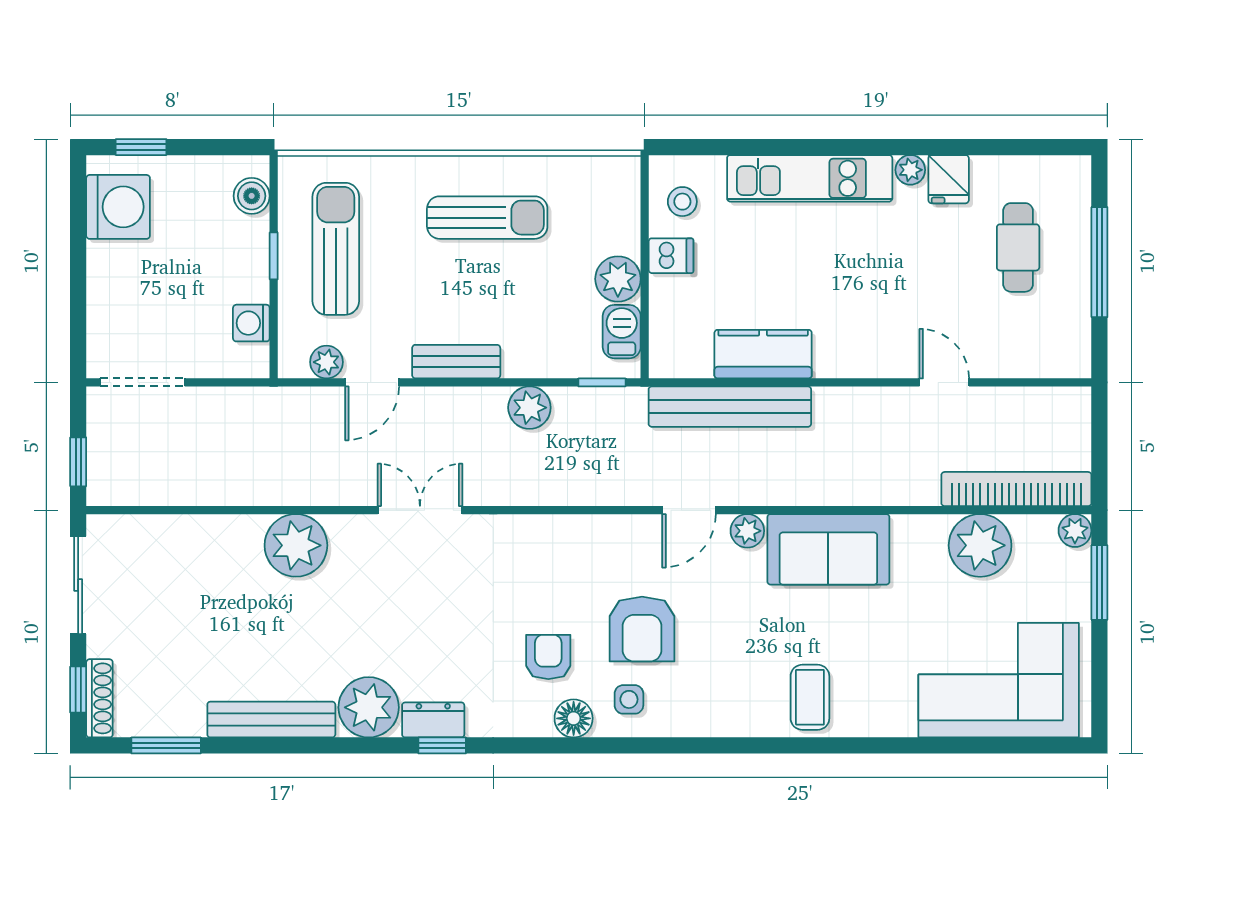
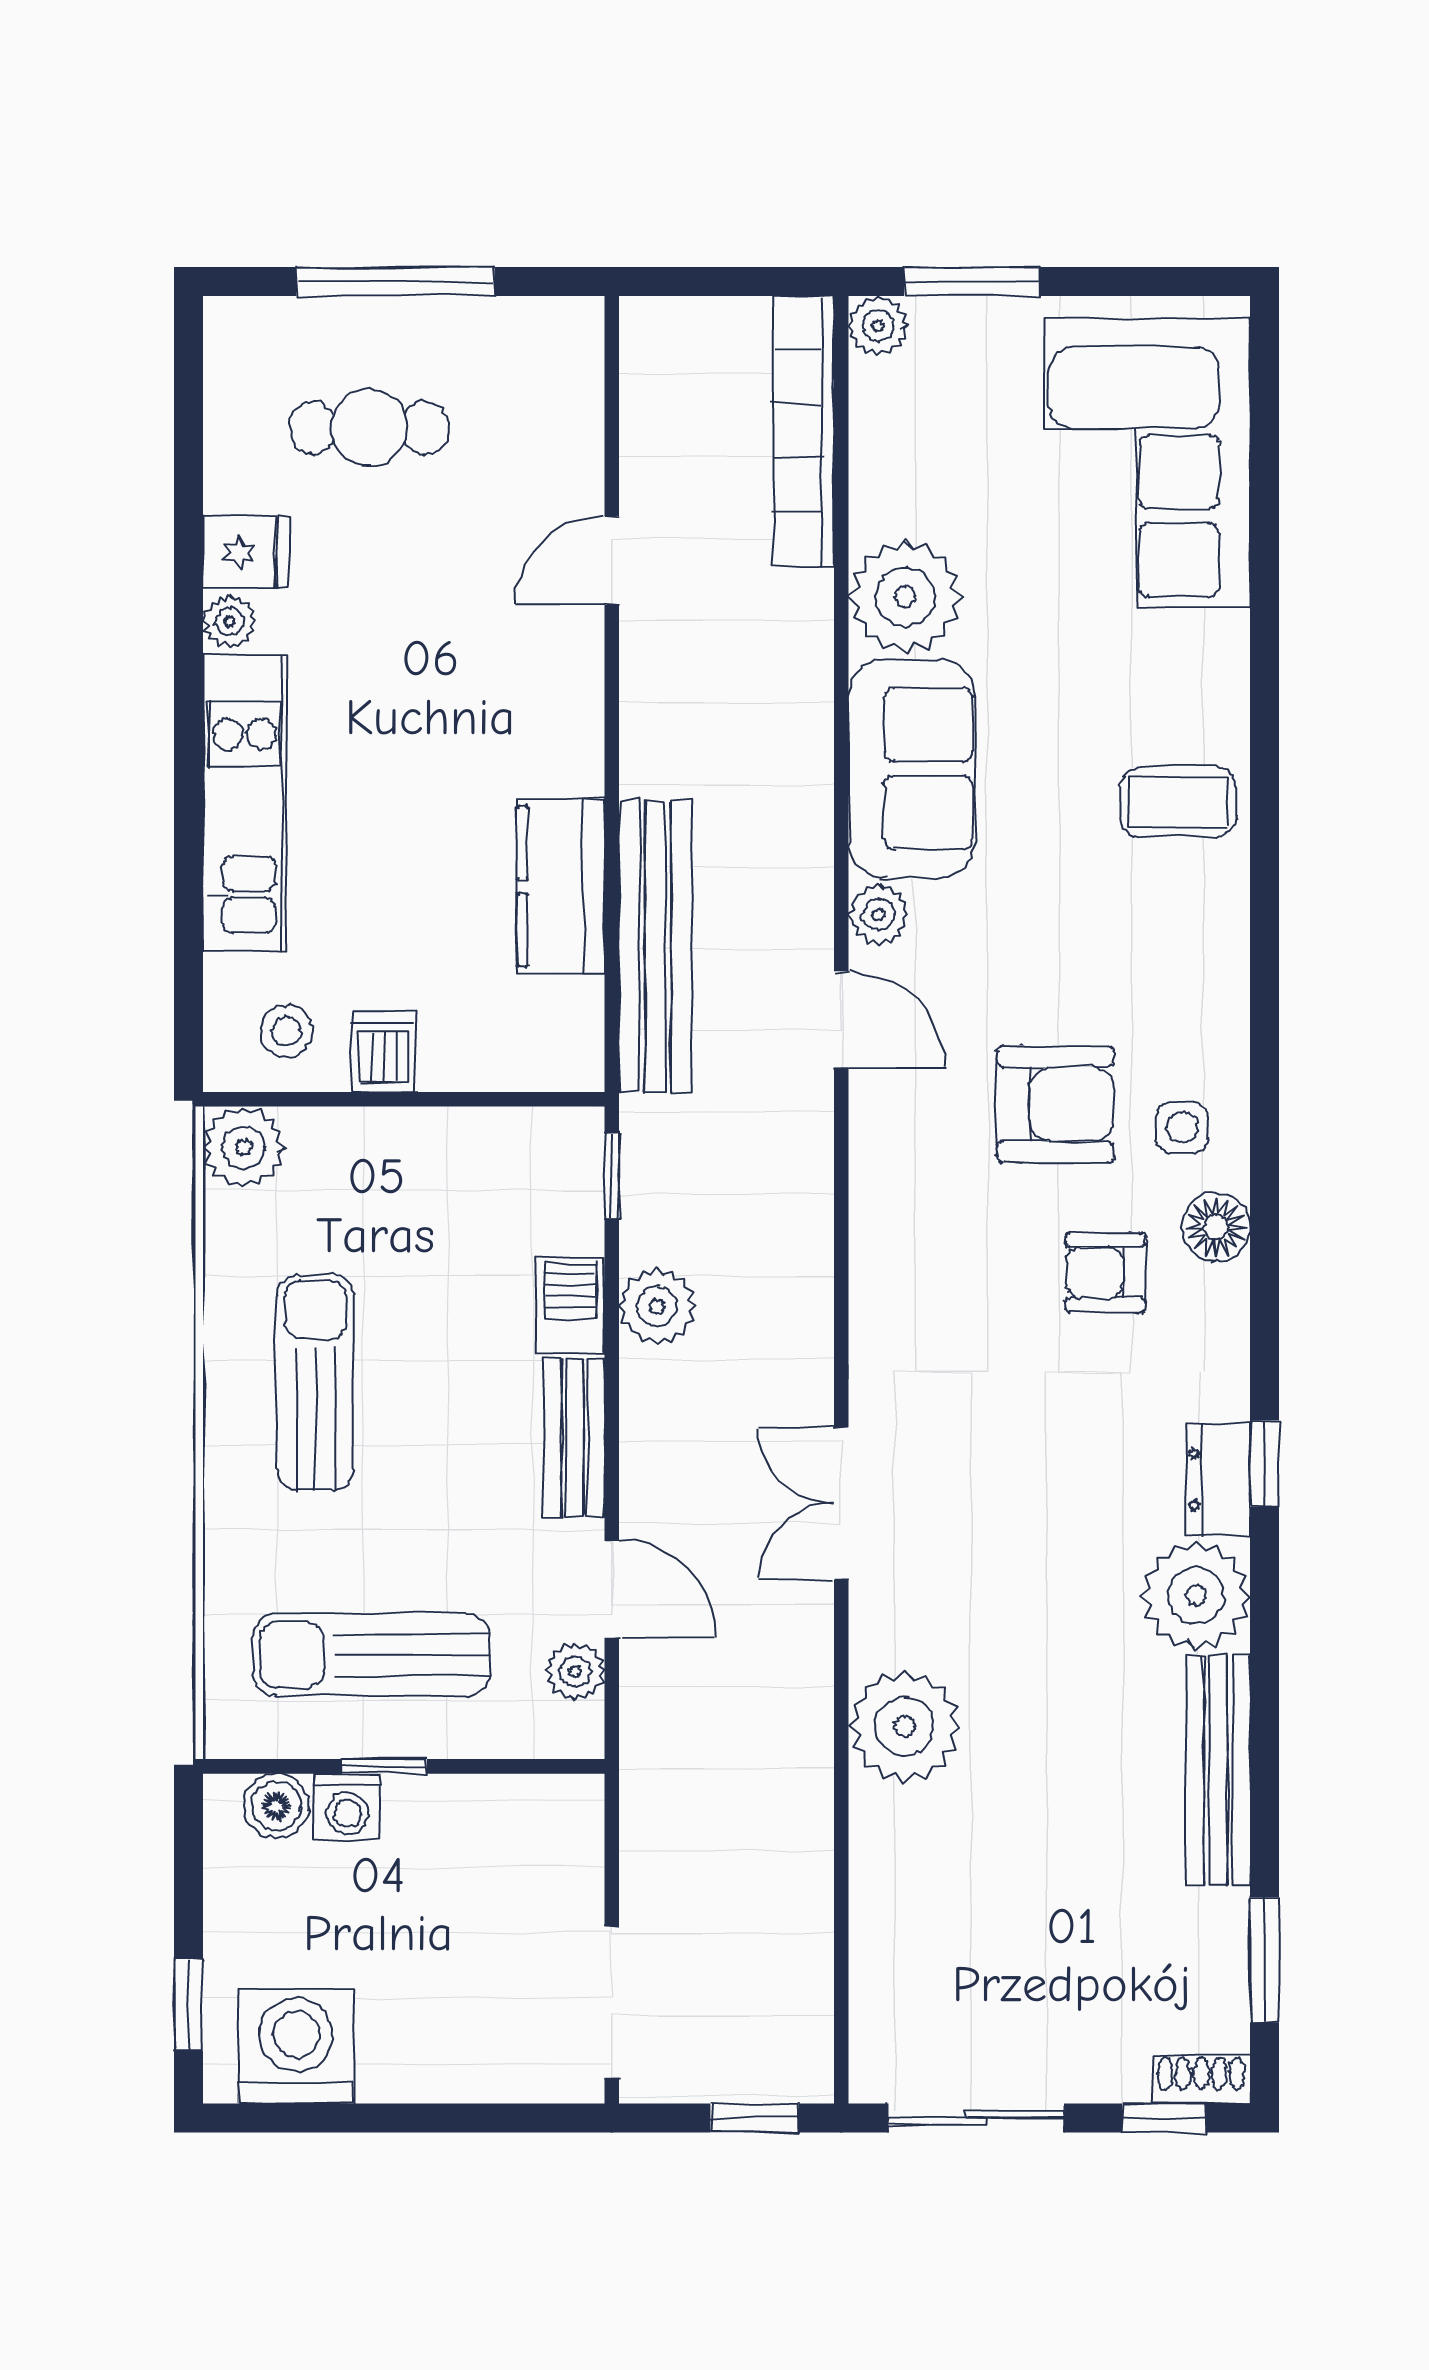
plant: (618, 279) -> (244, 1147), moved
washing machine: (251, 323) -> (347, 1807), moved
barbecue: (622, 332) -> (570, 1305), moved, turned 90
plant: (980, 545) -> (905, 597), moved
shoe rack: (99, 698) -> (1201, 2080), width x0.70

